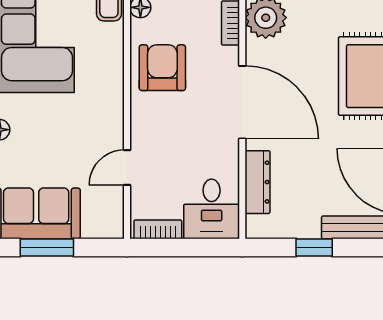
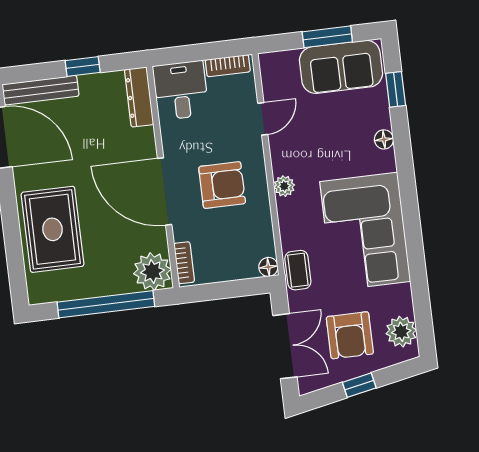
armchair: (162, 68) -> (222, 185), moved, turned -90
plant: (113, 92) -> (284, 186), added
dresser: (257, 182) -> (139, 97), moved

